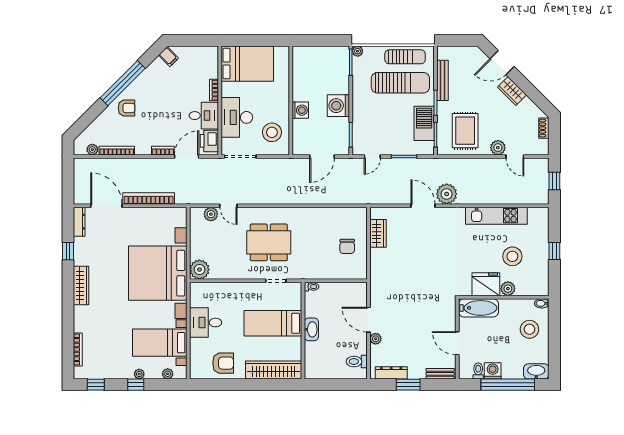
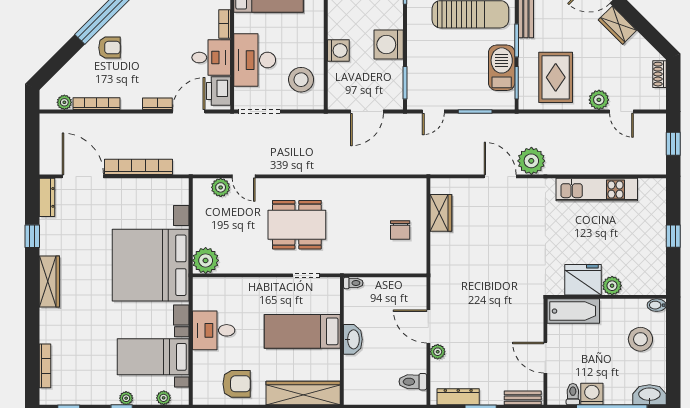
stool: (512, 256) -> (618, 243), removed

